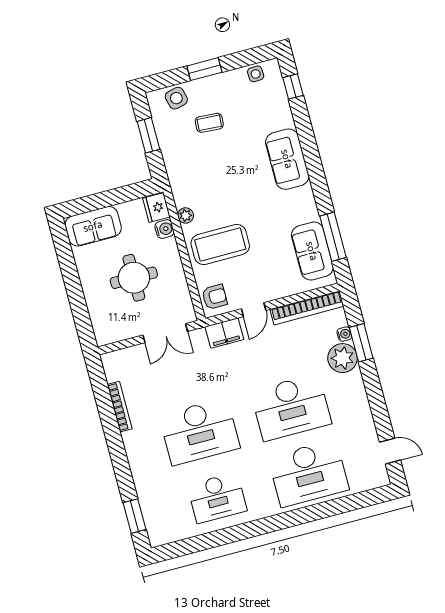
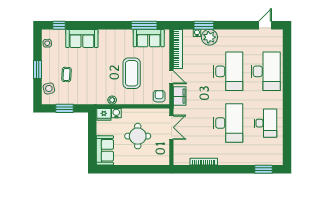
sofa: (287, 159) -> (82, 38), moved
coffee table: (220, 244) -> (132, 73), moved

